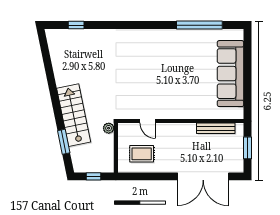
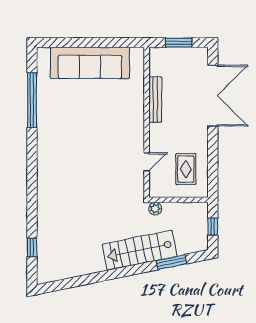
bench: (216, 128) -> (155, 99), moved

